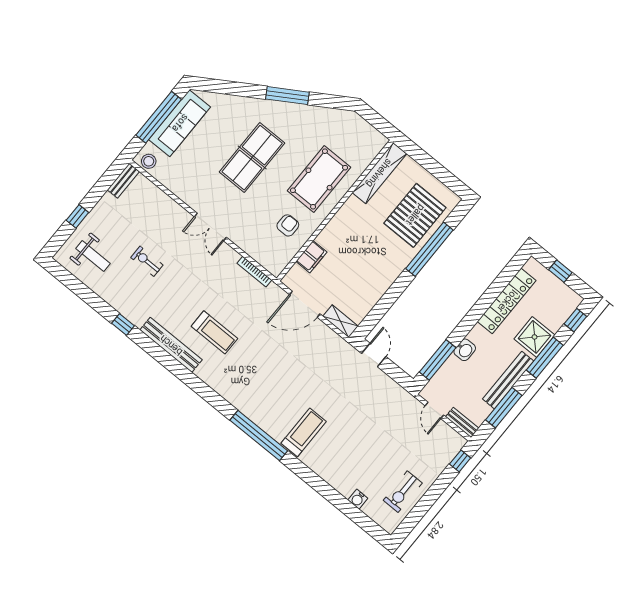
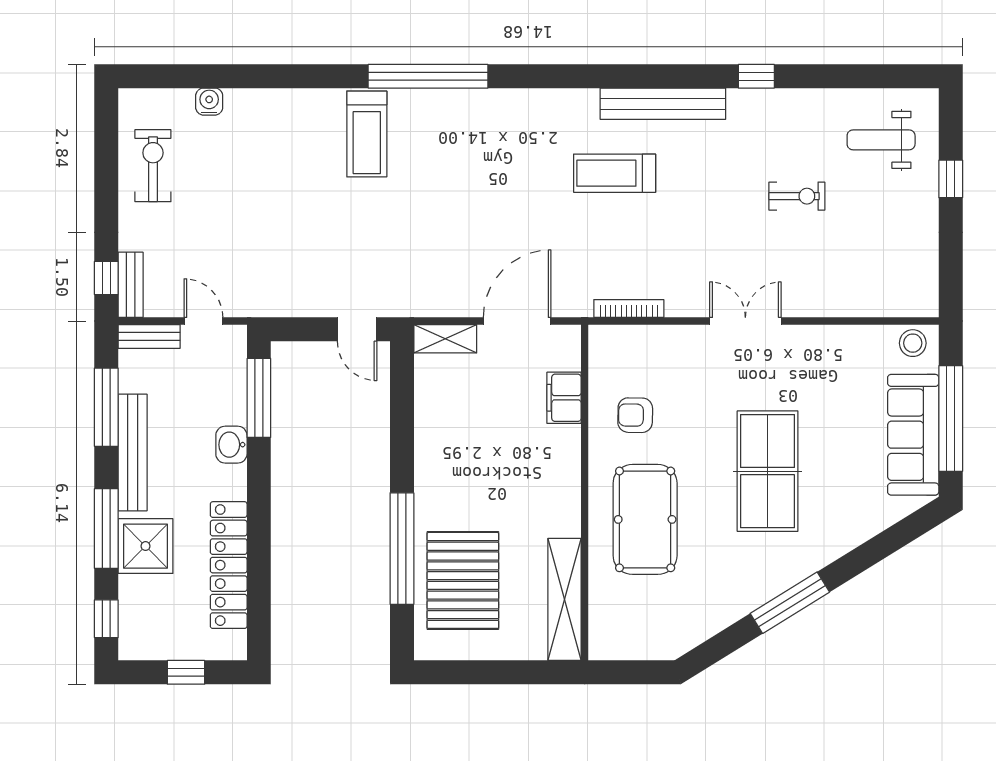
bench: (123, 181) -> (131, 285), moved
armchair: (288, 225) -> (635, 415), turned 91

